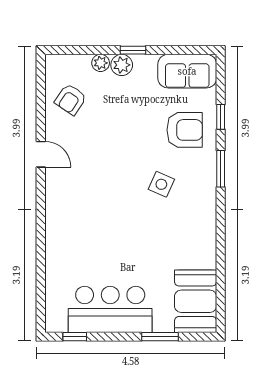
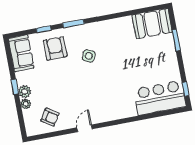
bar counter: (110, 309) -> (160, 98), moved, turned 90

